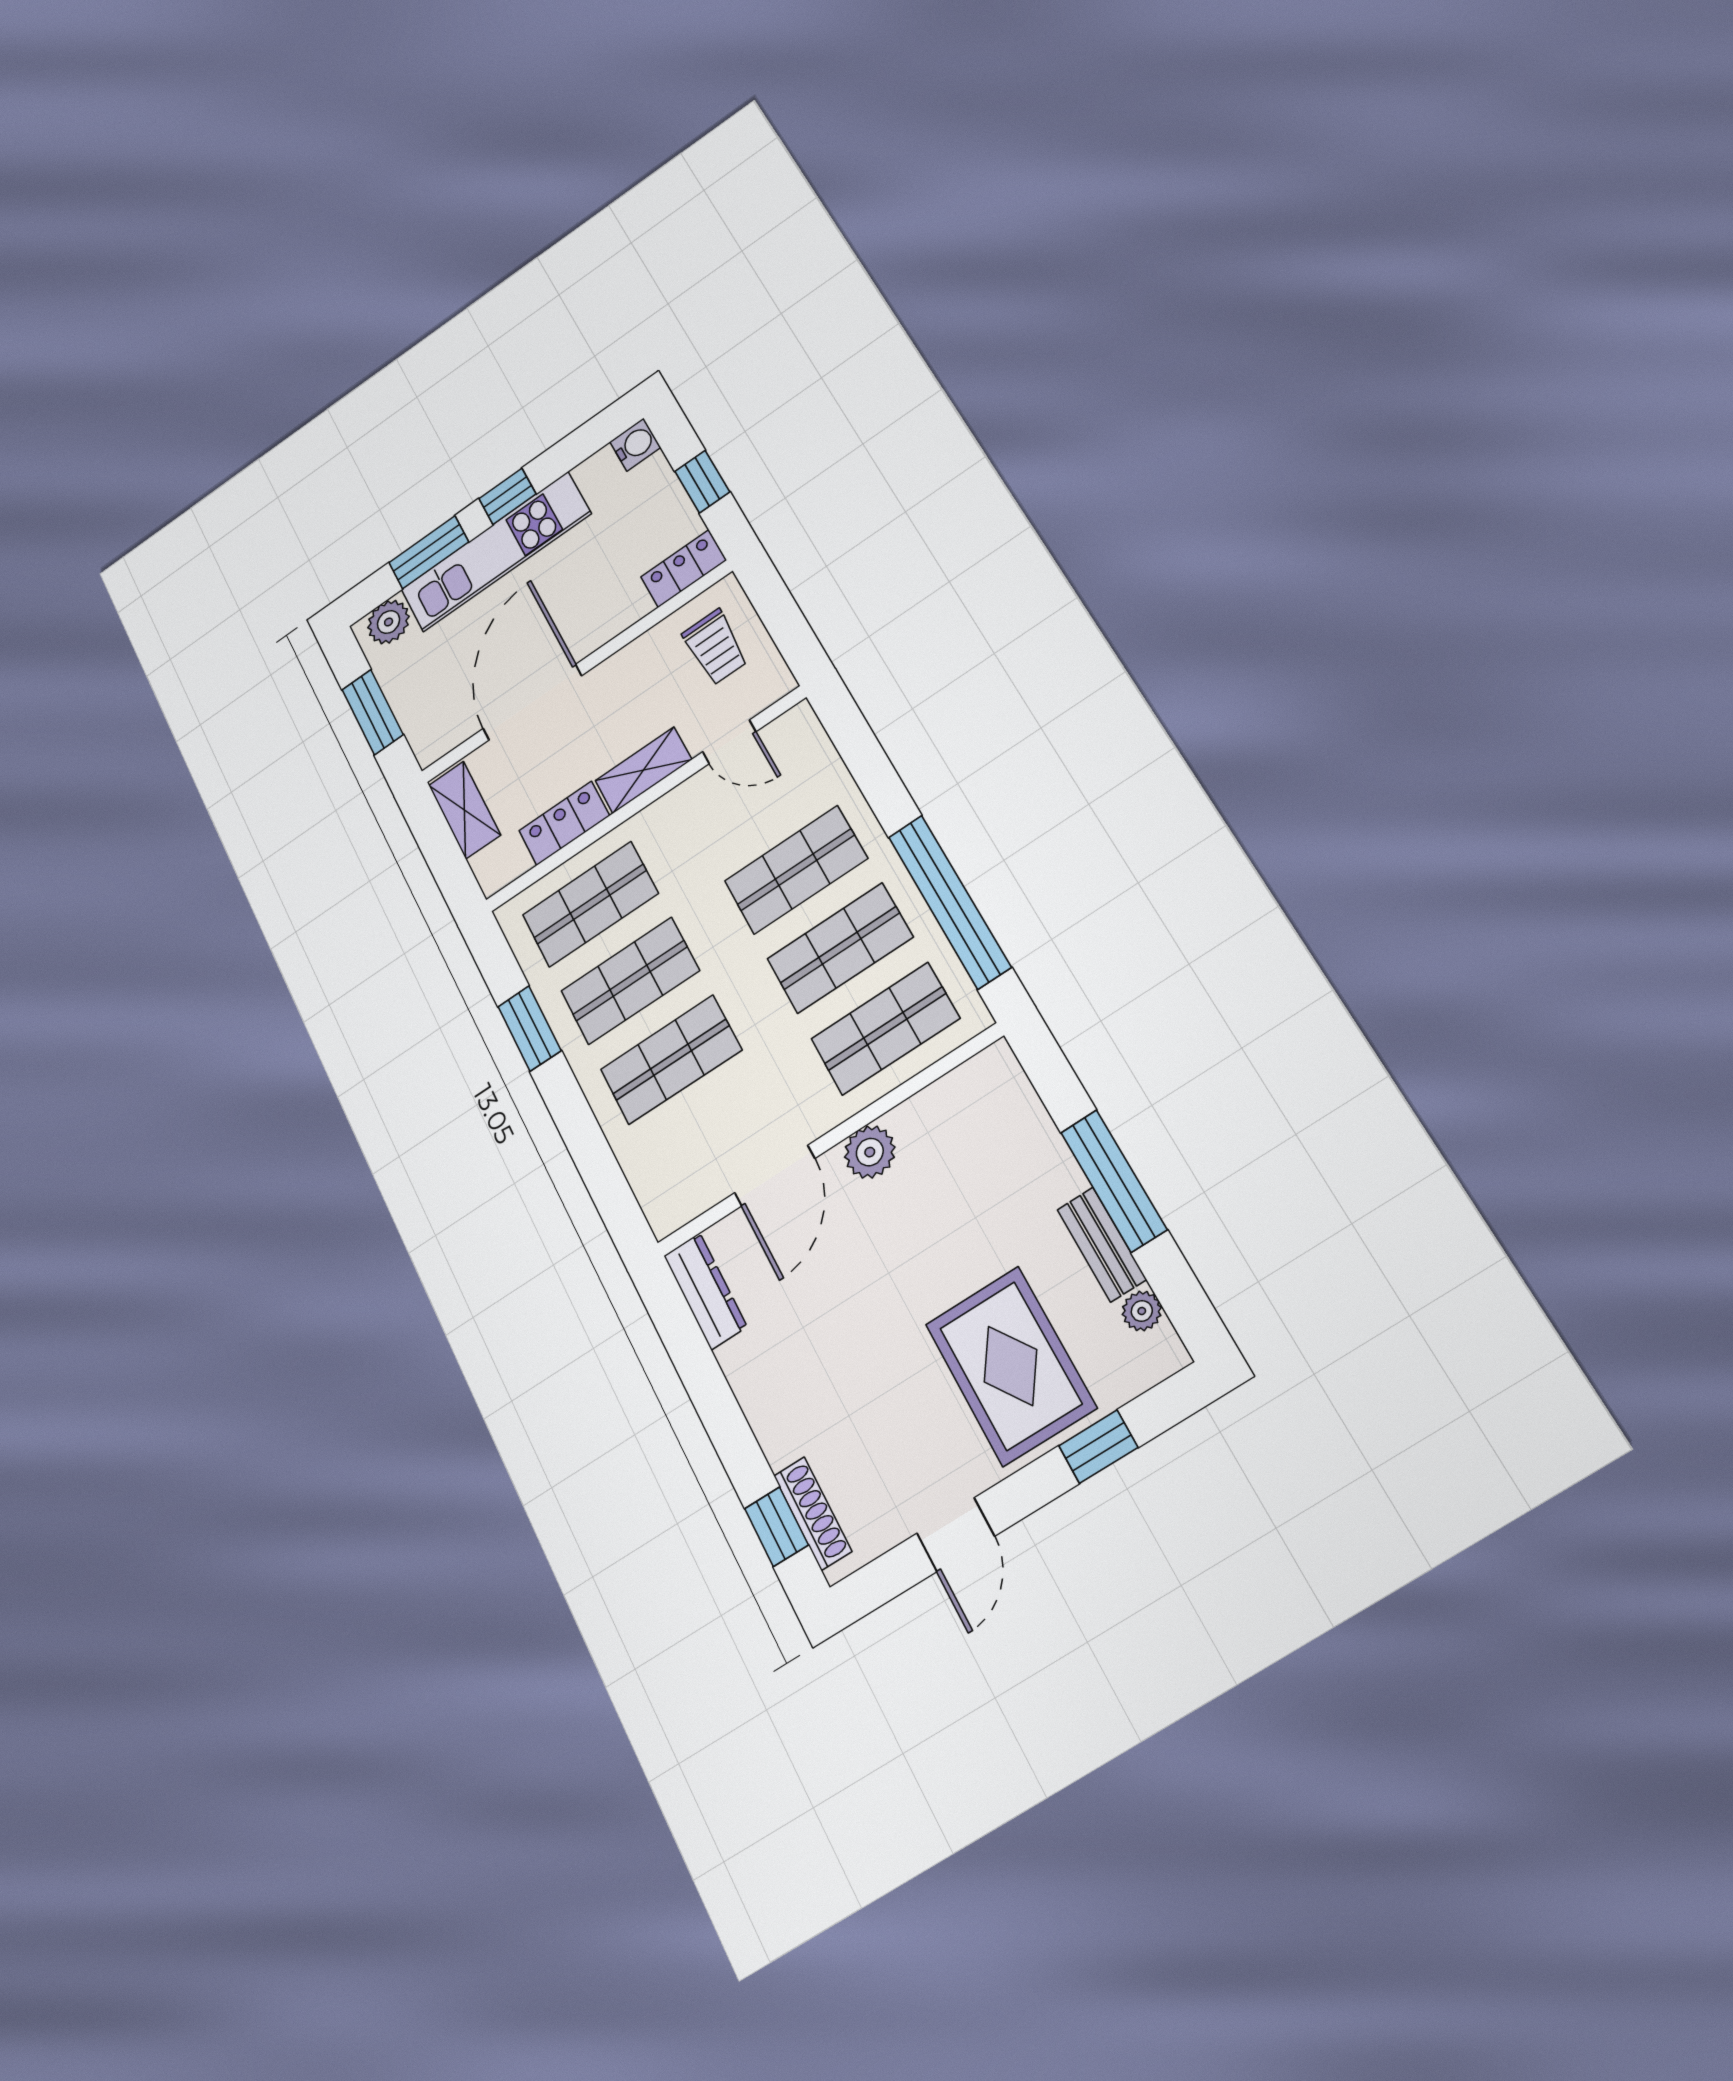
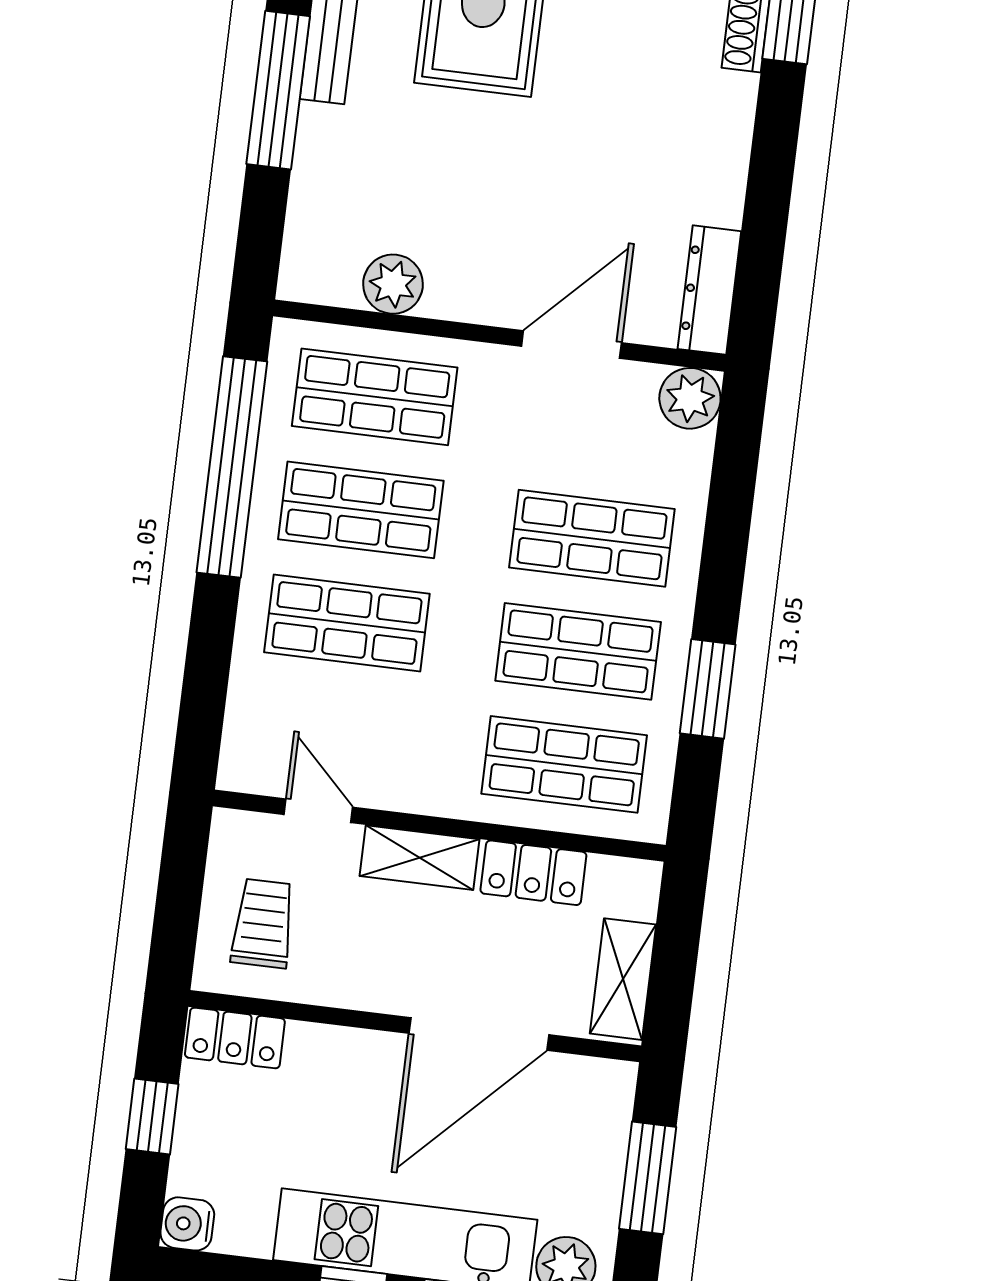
plant: (870, 1152) -> (393, 284), moved
plant: (669, 1206) -> (690, 398), added

